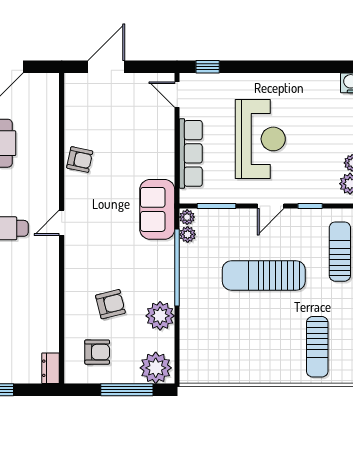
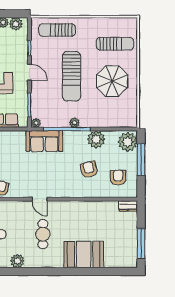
sofa: (157, 209) -> (44, 141), moved
plant: (188, 234) -> (74, 123), moved
parasol: (256, 342) -> (112, 81), added

